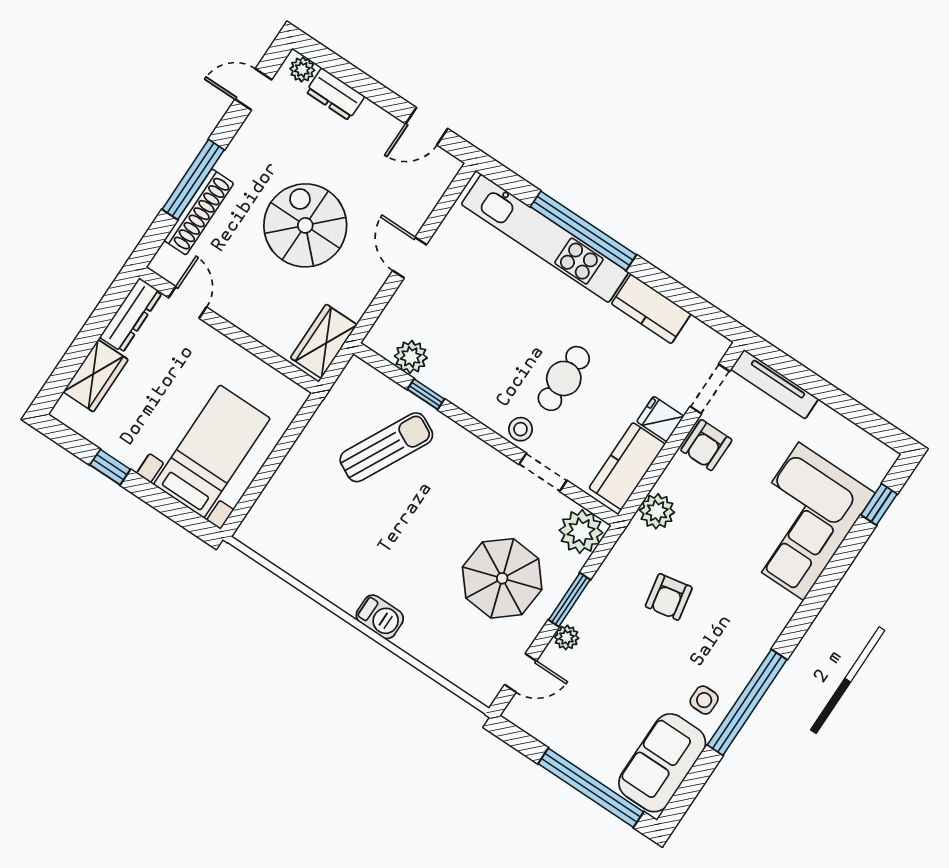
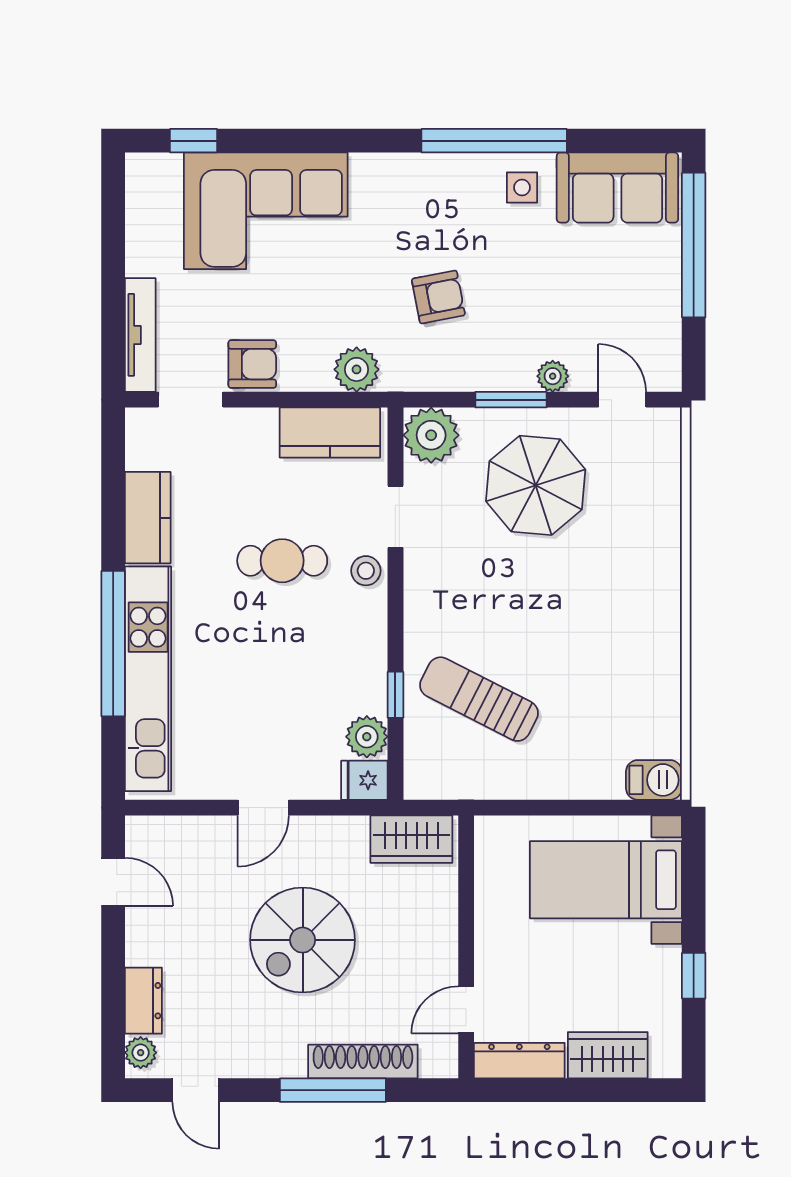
fridge: (660, 419) -> (364, 780), moved, turned 90
barbecue: (380, 617) -> (654, 780), moved, turned 90

